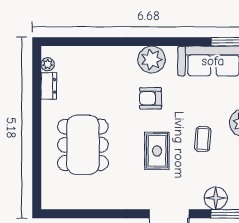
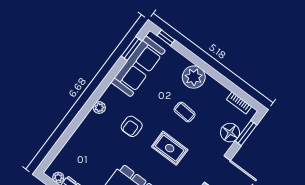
plant: (152, 60) -> (99, 108), width x0.53, depth x0.53

